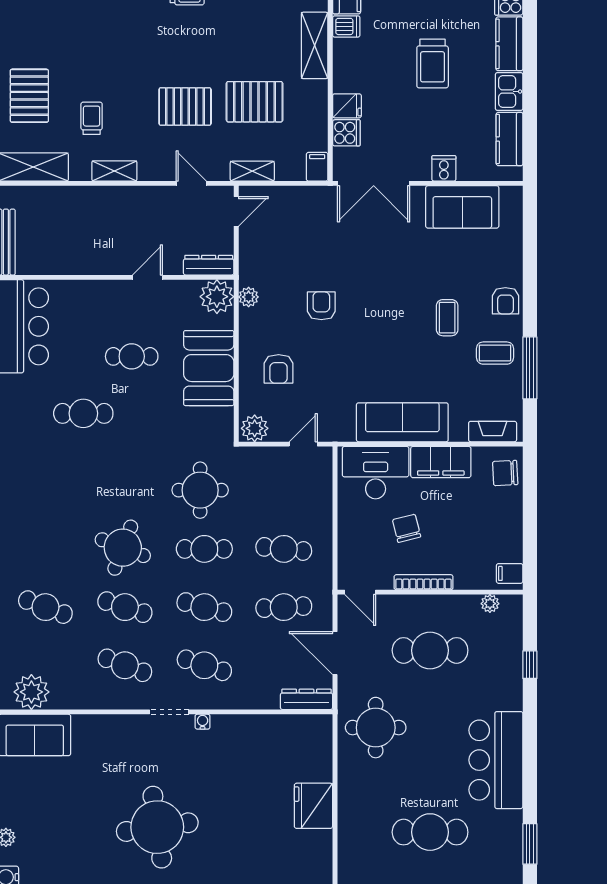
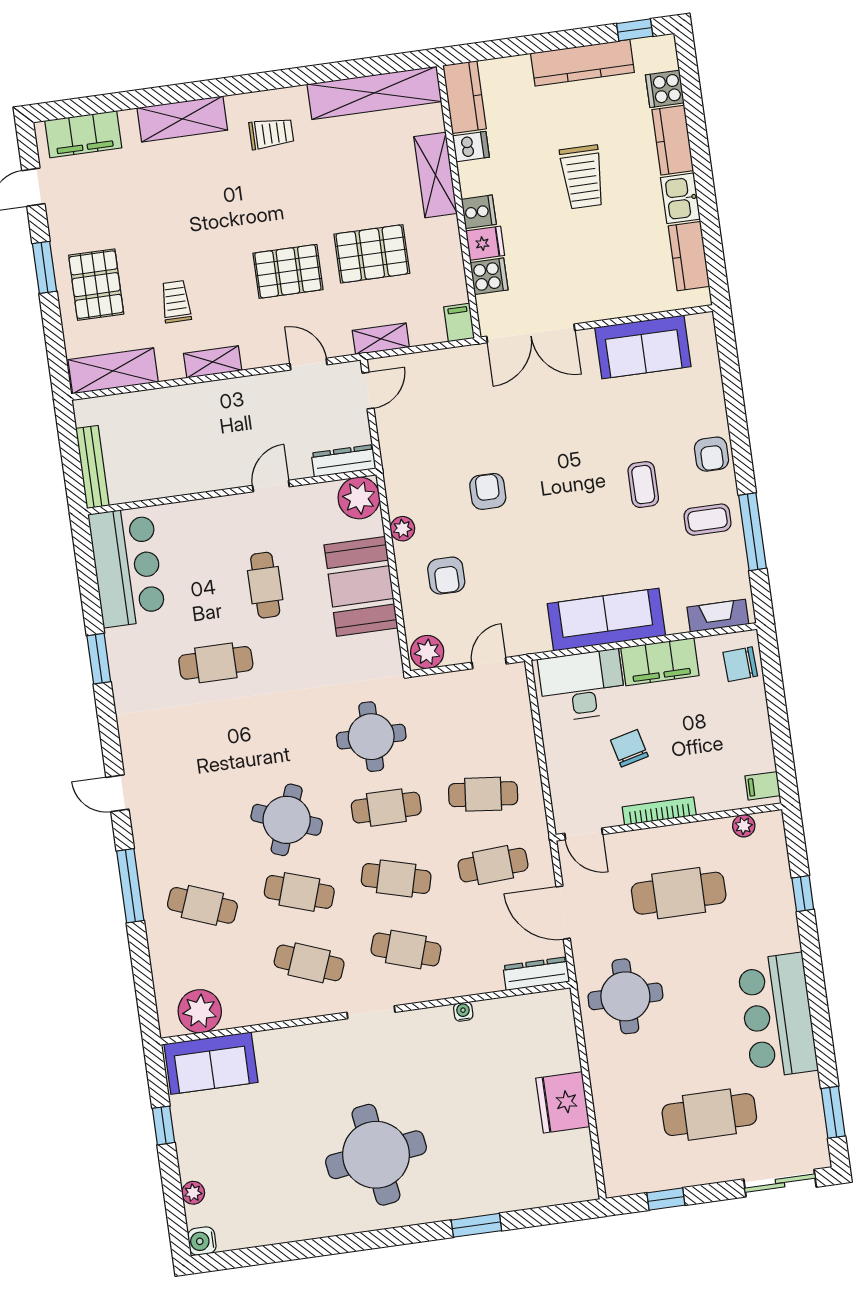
cooker: (444, 168) -> (479, 212), moved, turned 90
plant: (249, 297) -> (402, 529), moved
cafe table: (132, 356) -> (265, 585), turned 90
water cooler: (203, 722) -> (463, 1012), moved

